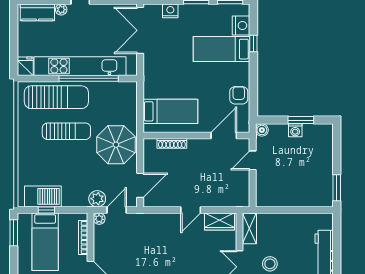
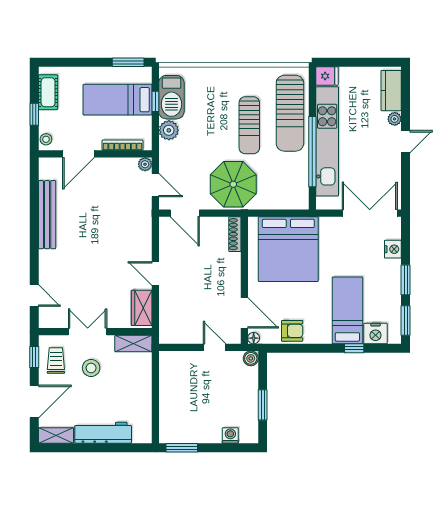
bed: (170, 111) -> (288, 249), width x2.04
floor lamp: (245, 128) -> (254, 338), added
washing machine: (295, 130) -> (230, 435), moved, turned 90
shoe rack: (172, 143) -> (235, 234), moved
plant: (97, 199) -> (169, 130), moved

